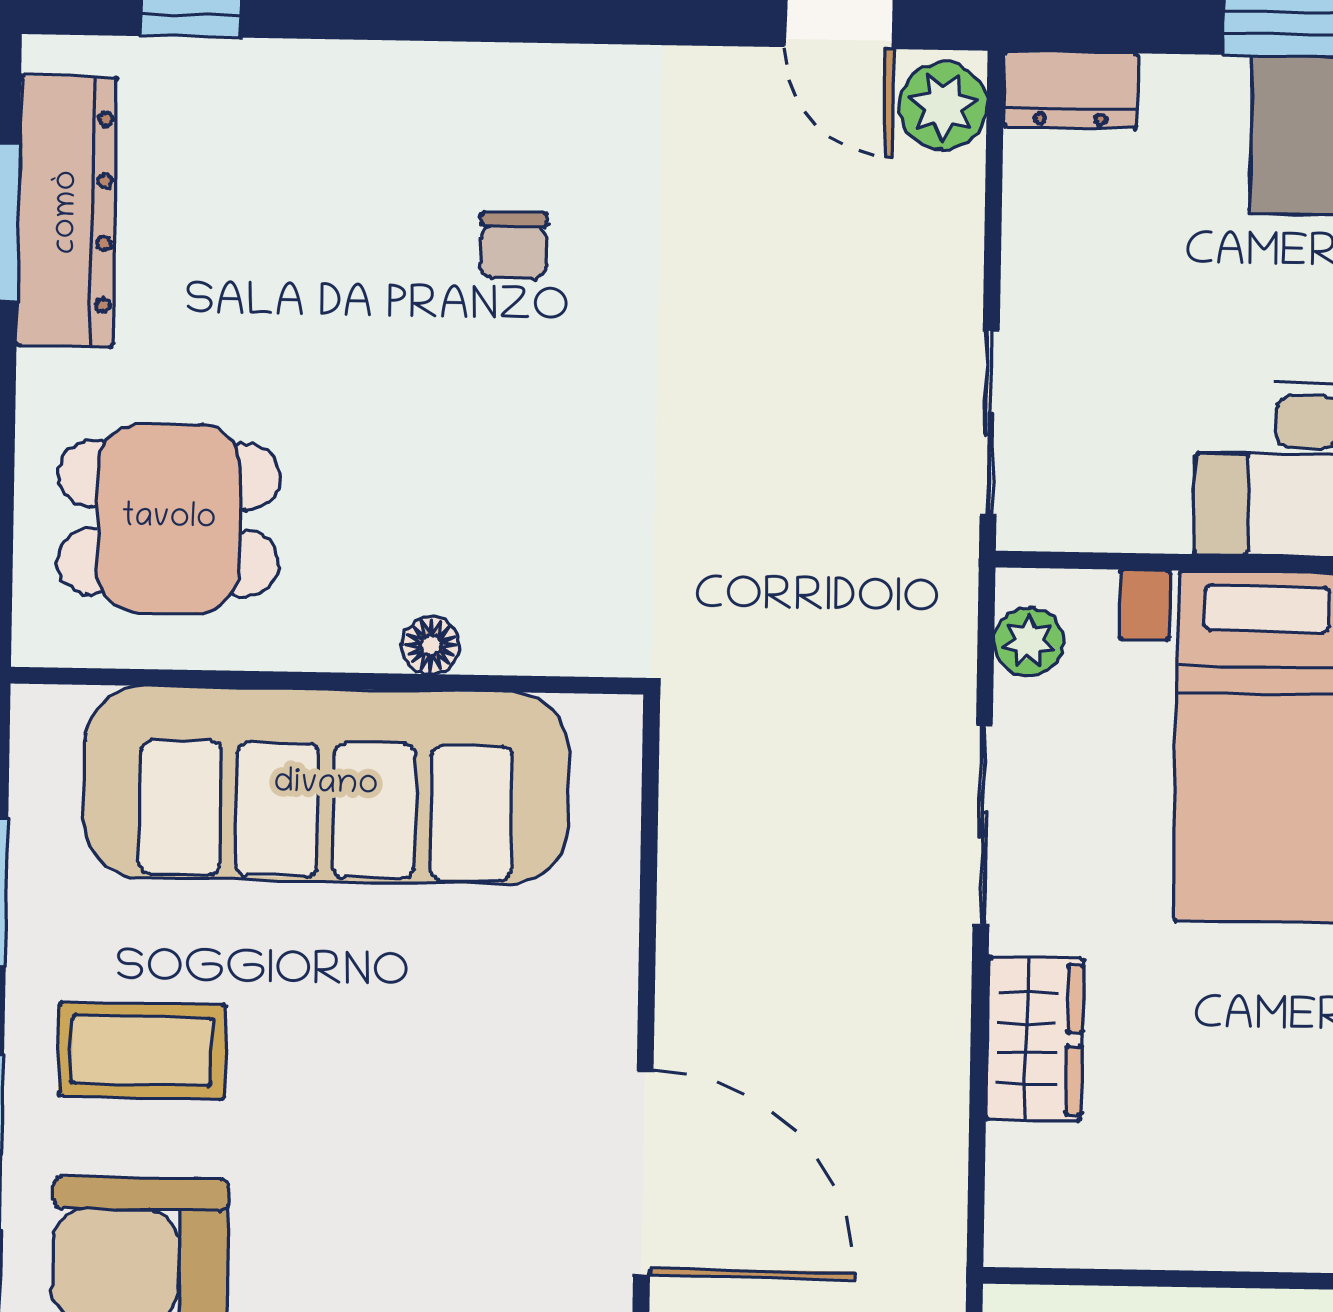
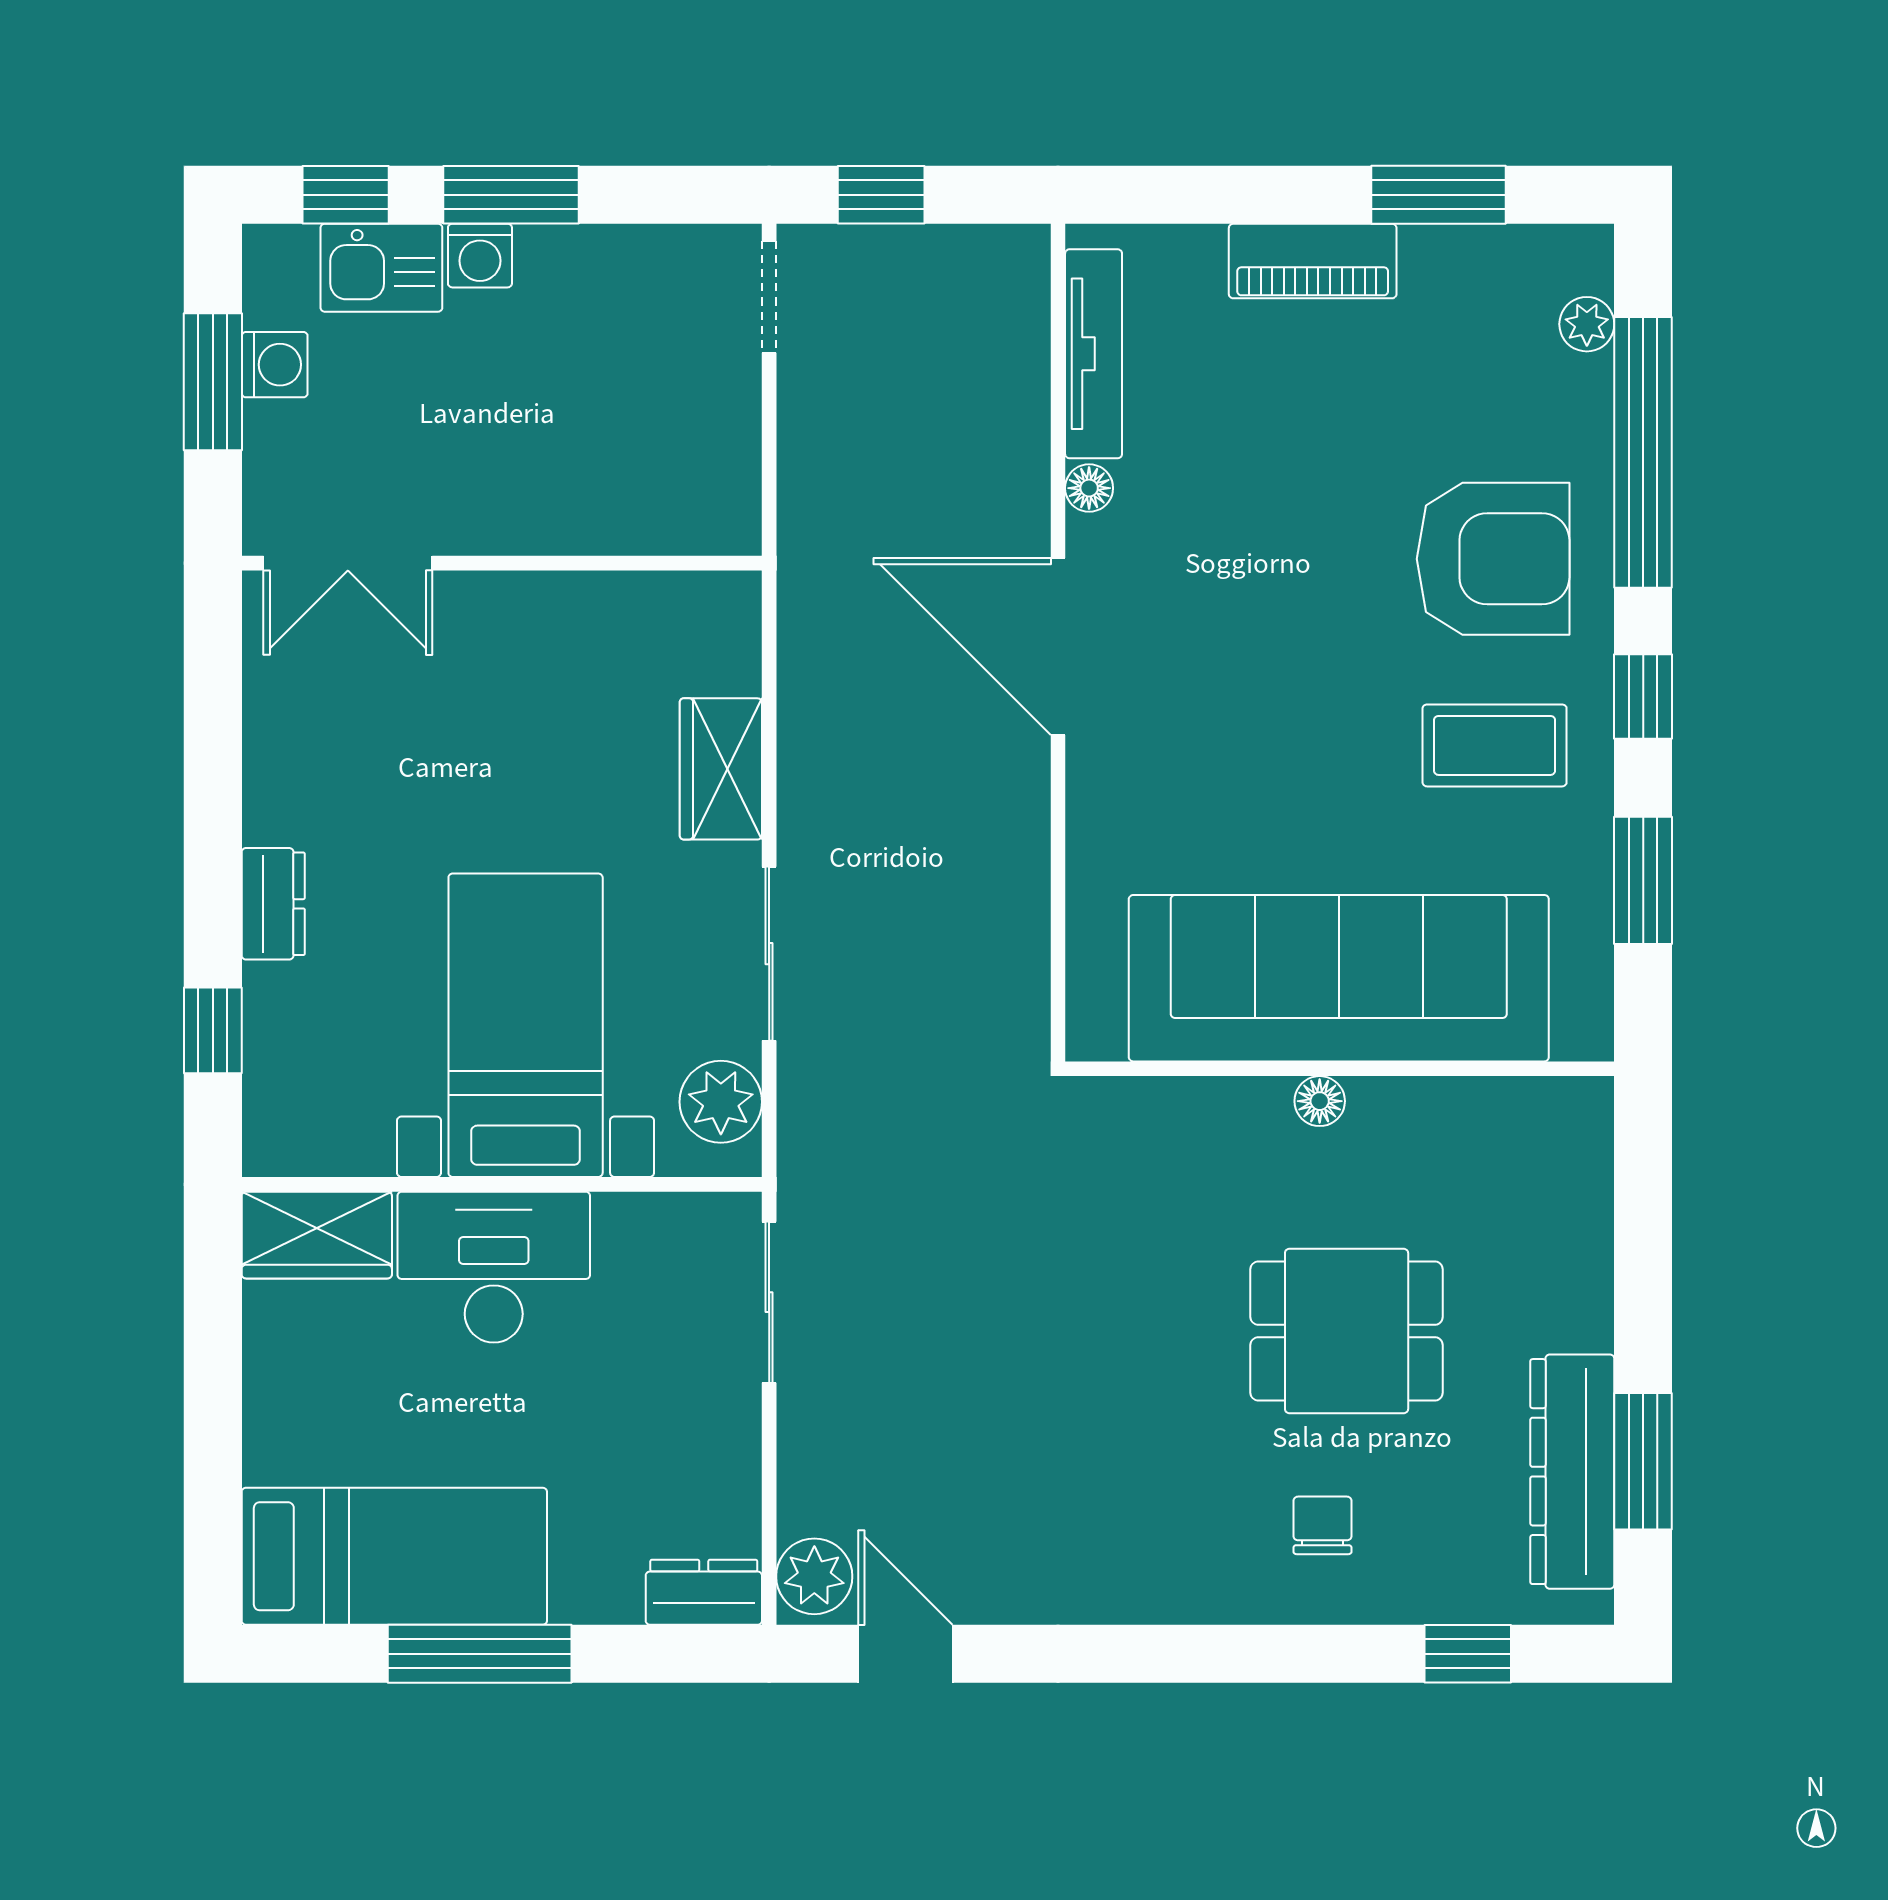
chair: (514, 246) -> (1322, 1525), moved
dining table: (169, 519) -> (1347, 1331), moved
plant: (1029, 642) -> (721, 1102), width x1.38, depth x1.38
floor lamp: (431, 645) -> (1320, 1101), moved

